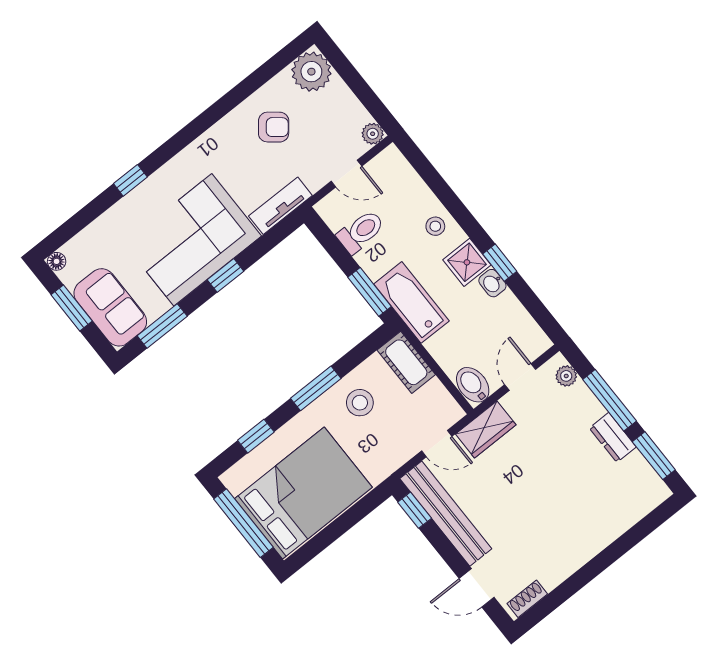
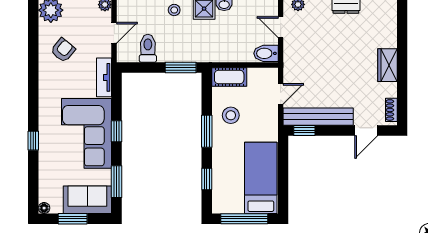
bathtub: (411, 302) -> (202, 51), removed
wardrobe: (486, 429) -> (387, 65), moved, turned 180
bed: (303, 493) -> (261, 178), width x0.67

